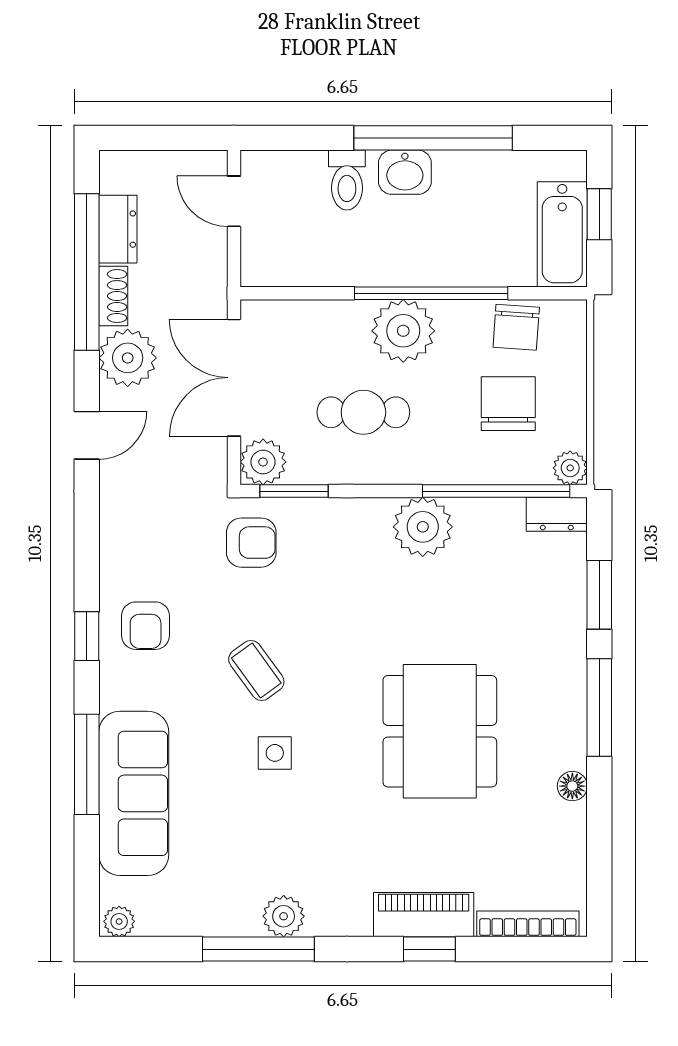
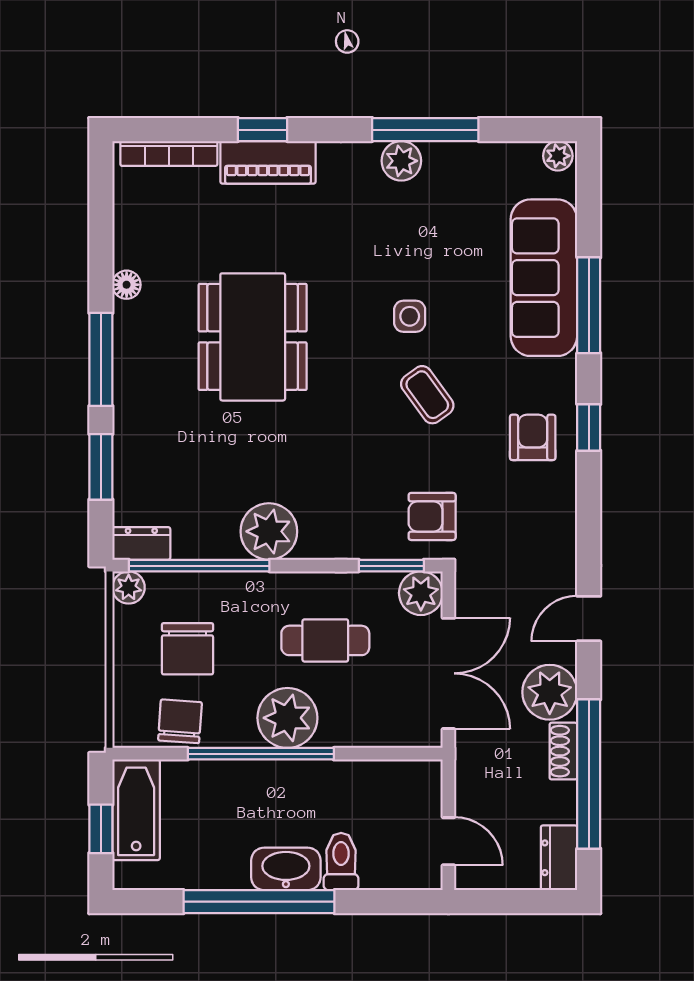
washbasin: (405, 172) -> (286, 869), width x1.38
dresser: (118, 229) -> (559, 858), moved

